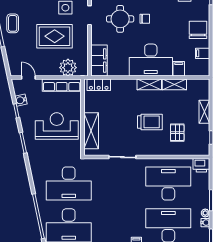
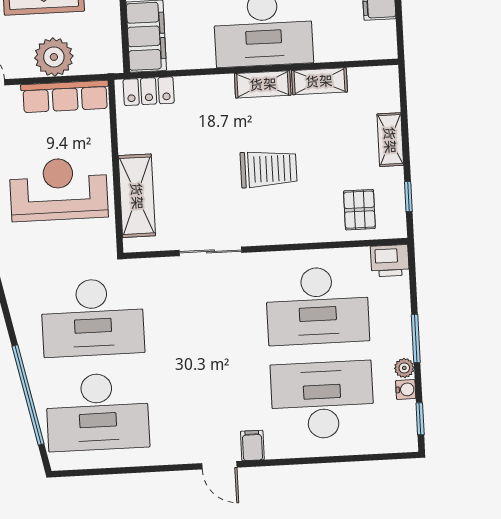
plant: (68, 68) -> (54, 57), moved
filing cabinet: (179, 69) -> (327, 45), removed
pallet: (177, 133) -> (359, 210), moved
desk: (168, 183) -> (317, 306), turned 180

